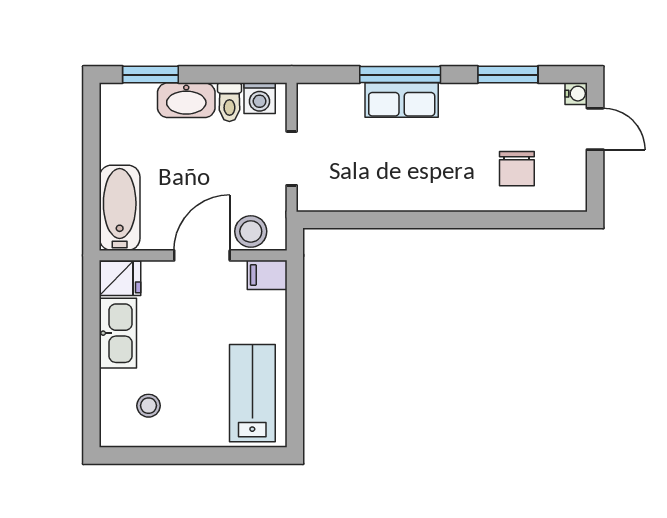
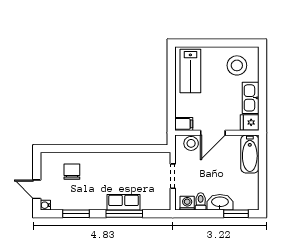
stool: (149, 406) -> (237, 65), width x1.89, depth x1.89

